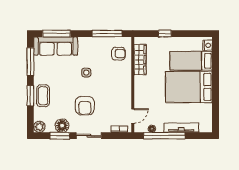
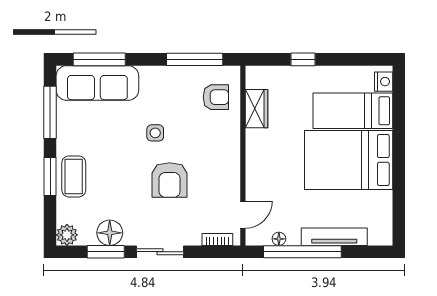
wardrobe: (140, 60) -> (256, 109), width x0.67
armchair: (85, 106) -> (170, 180), moved

